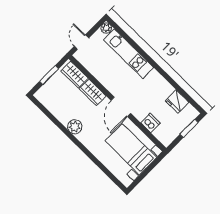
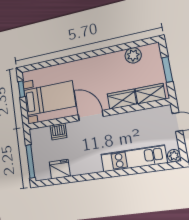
plant: (75, 127) -> (133, 55), moved
window: (189, 128) -> (30, 161), width x1.44
window: (140, 178) -> (21, 89), added

